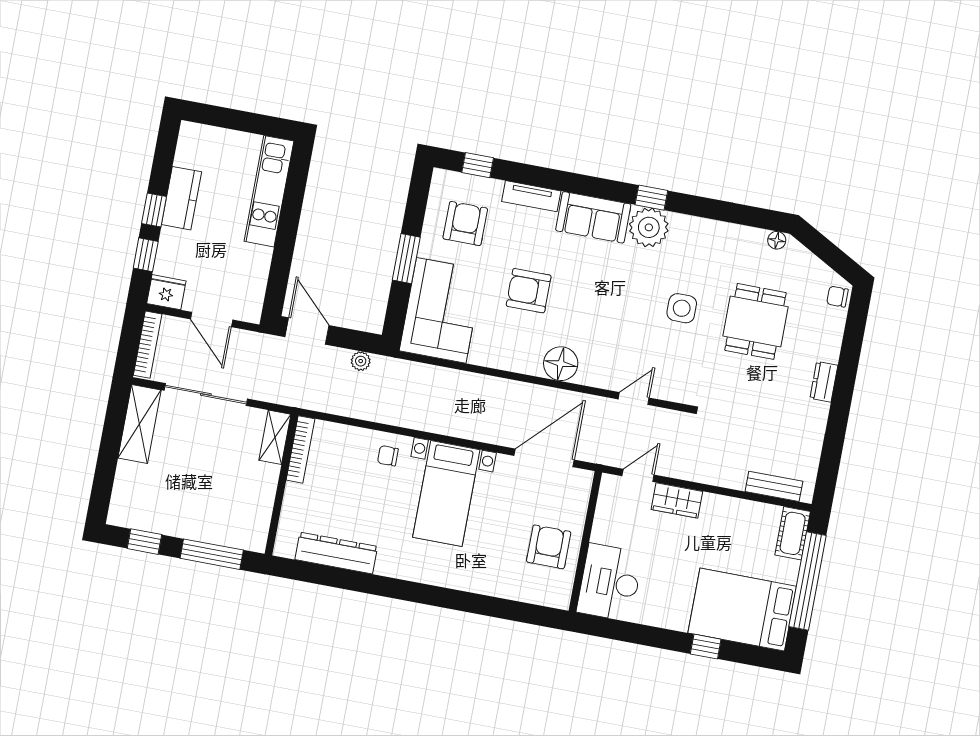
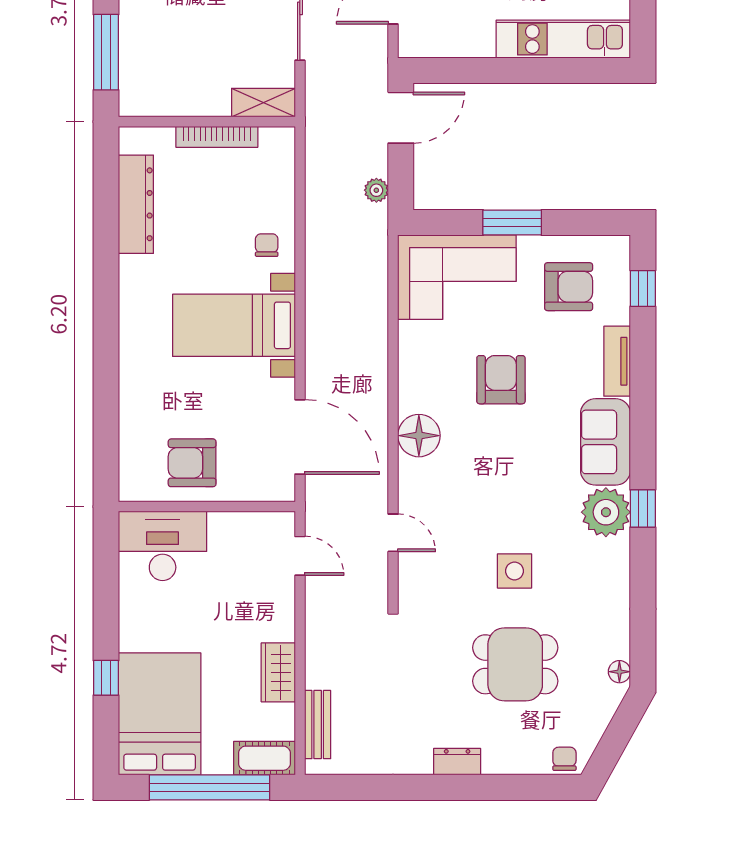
bookcase: (300, 449) -> (217, 137), moved
wardrobe: (677, 500) -> (278, 672), moved
armchair: (549, 547) -> (192, 463), turned 180

